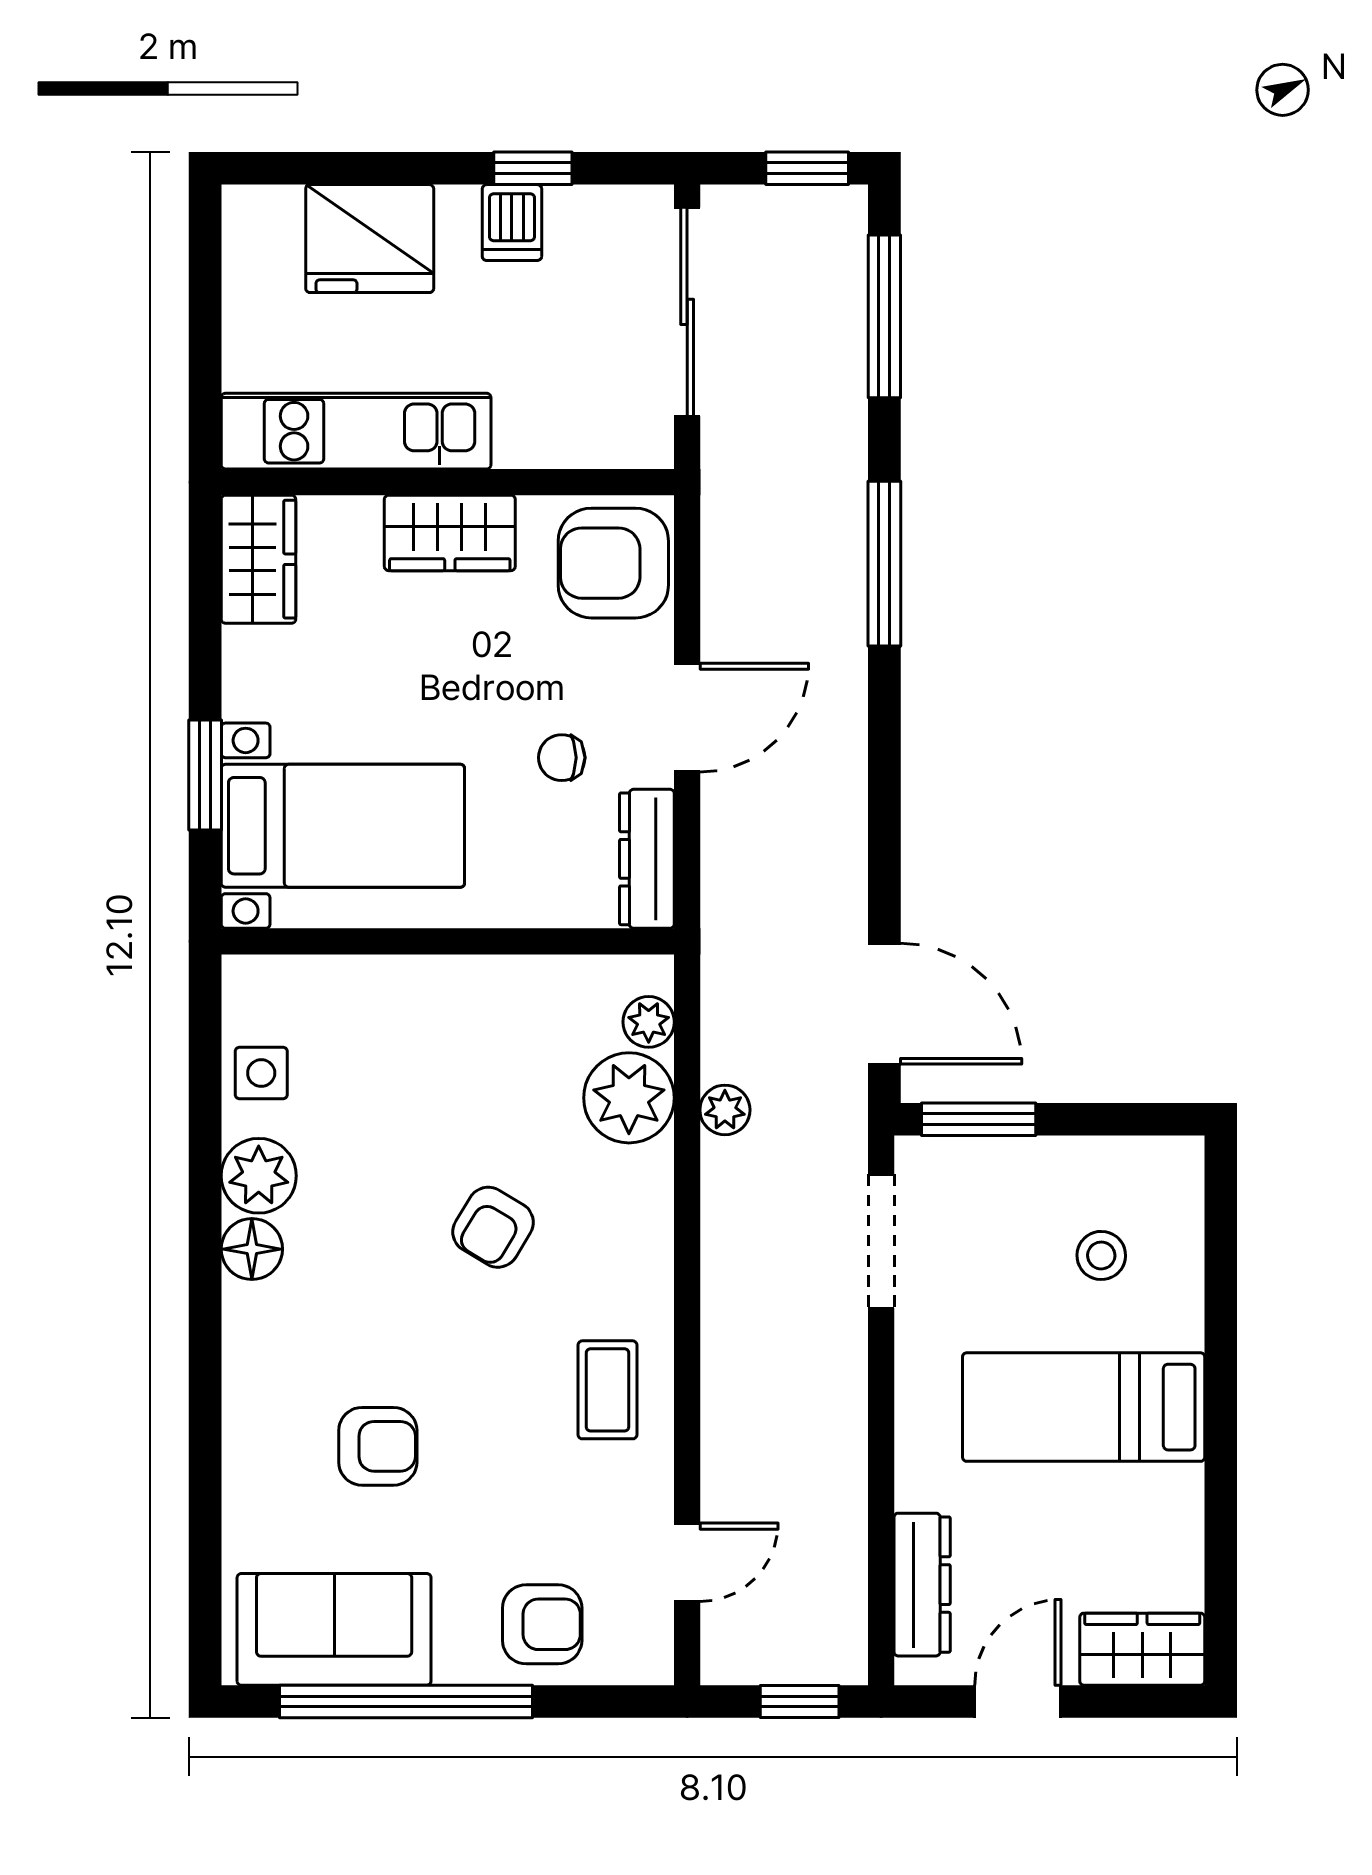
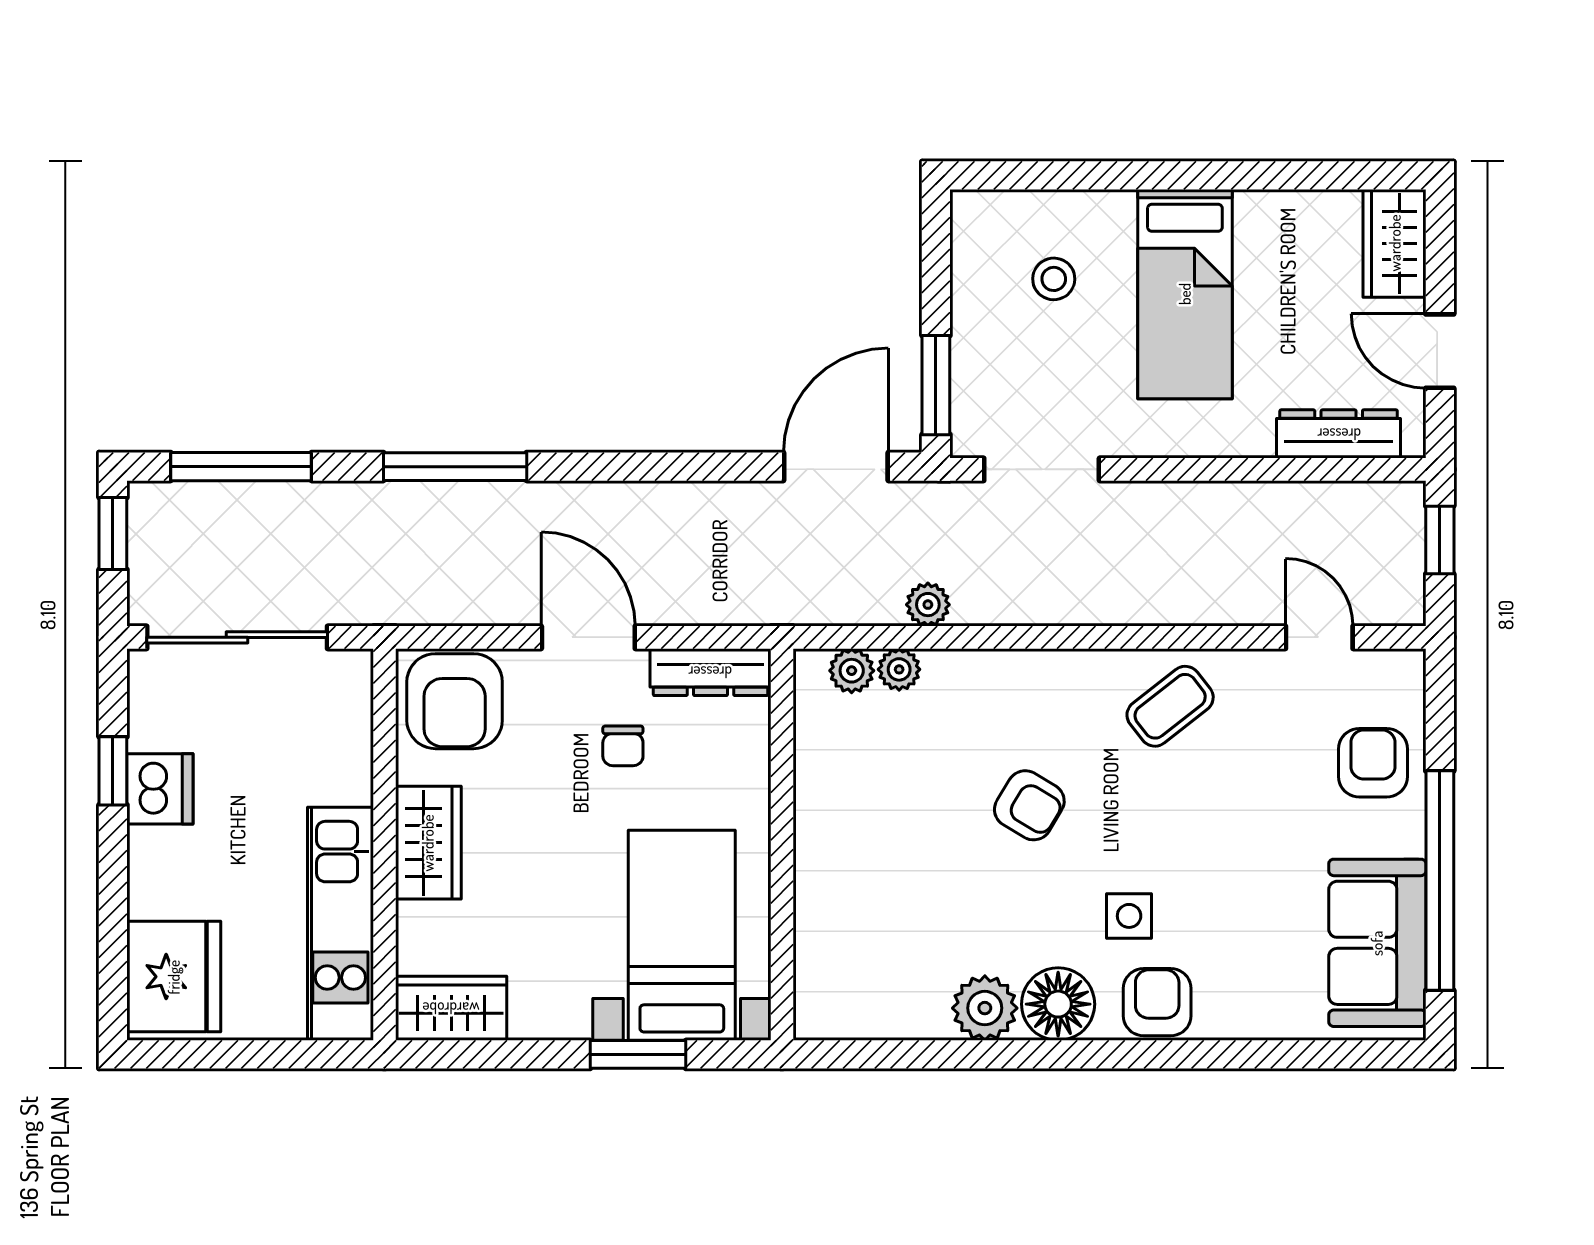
dishwasher: (512, 223) -> (160, 789), width x1.38
fridge: (370, 239) -> (174, 977), moved
side table: (261, 1073) -> (1129, 916), moved
plant: (629, 1098) -> (899, 669), width x0.53, depth x0.53
floor lamp: (252, 1249) -> (1058, 1004), width x1.38, depth x1.38
coffee table: (607, 1390) -> (1170, 706), turned -38
armchair: (378, 1446) -> (1157, 1002), moved

